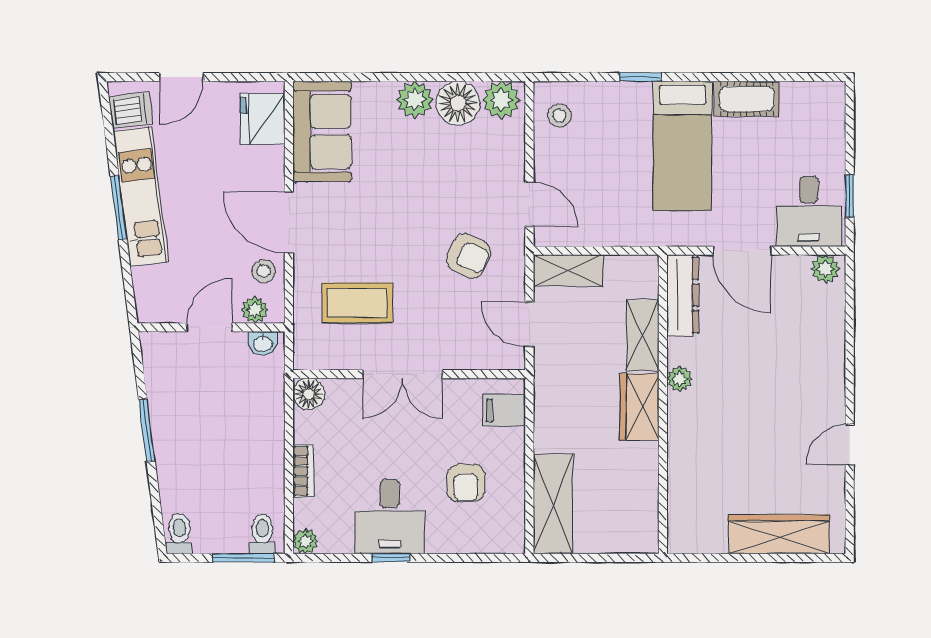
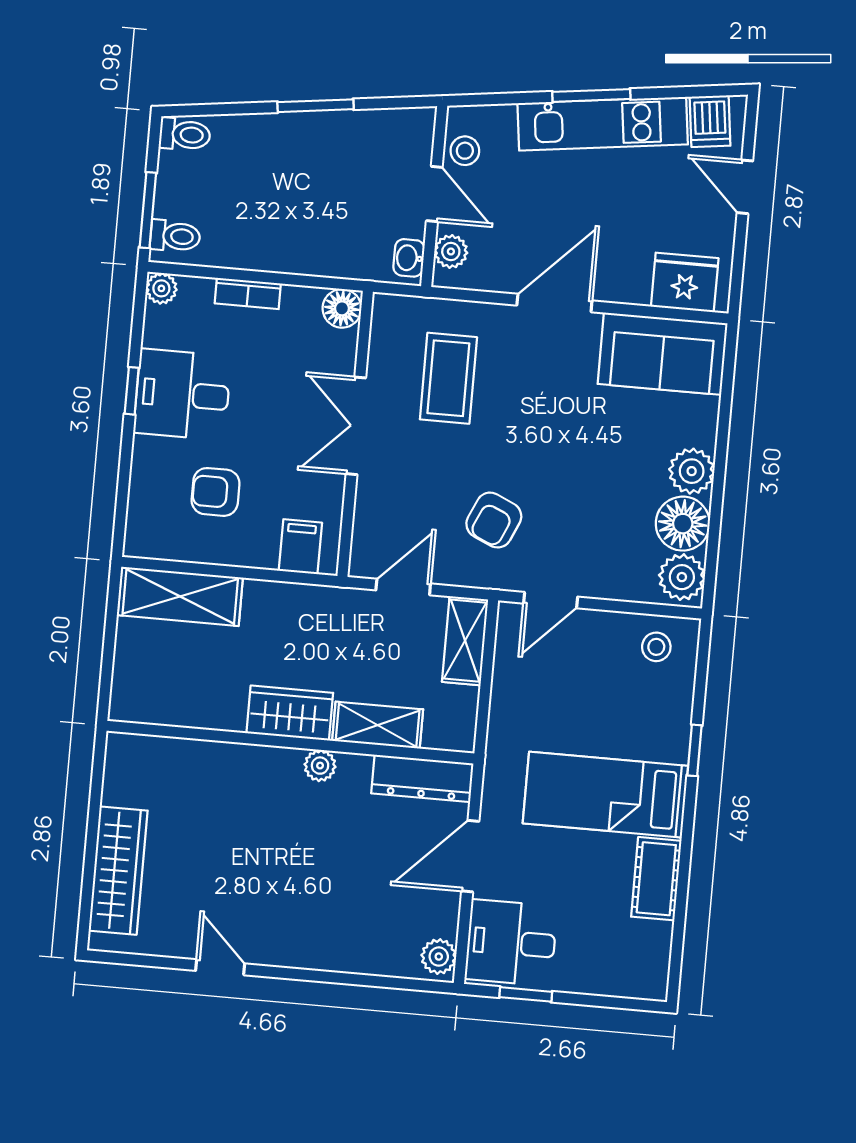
stool: (264, 271) -> (465, 151), moved

